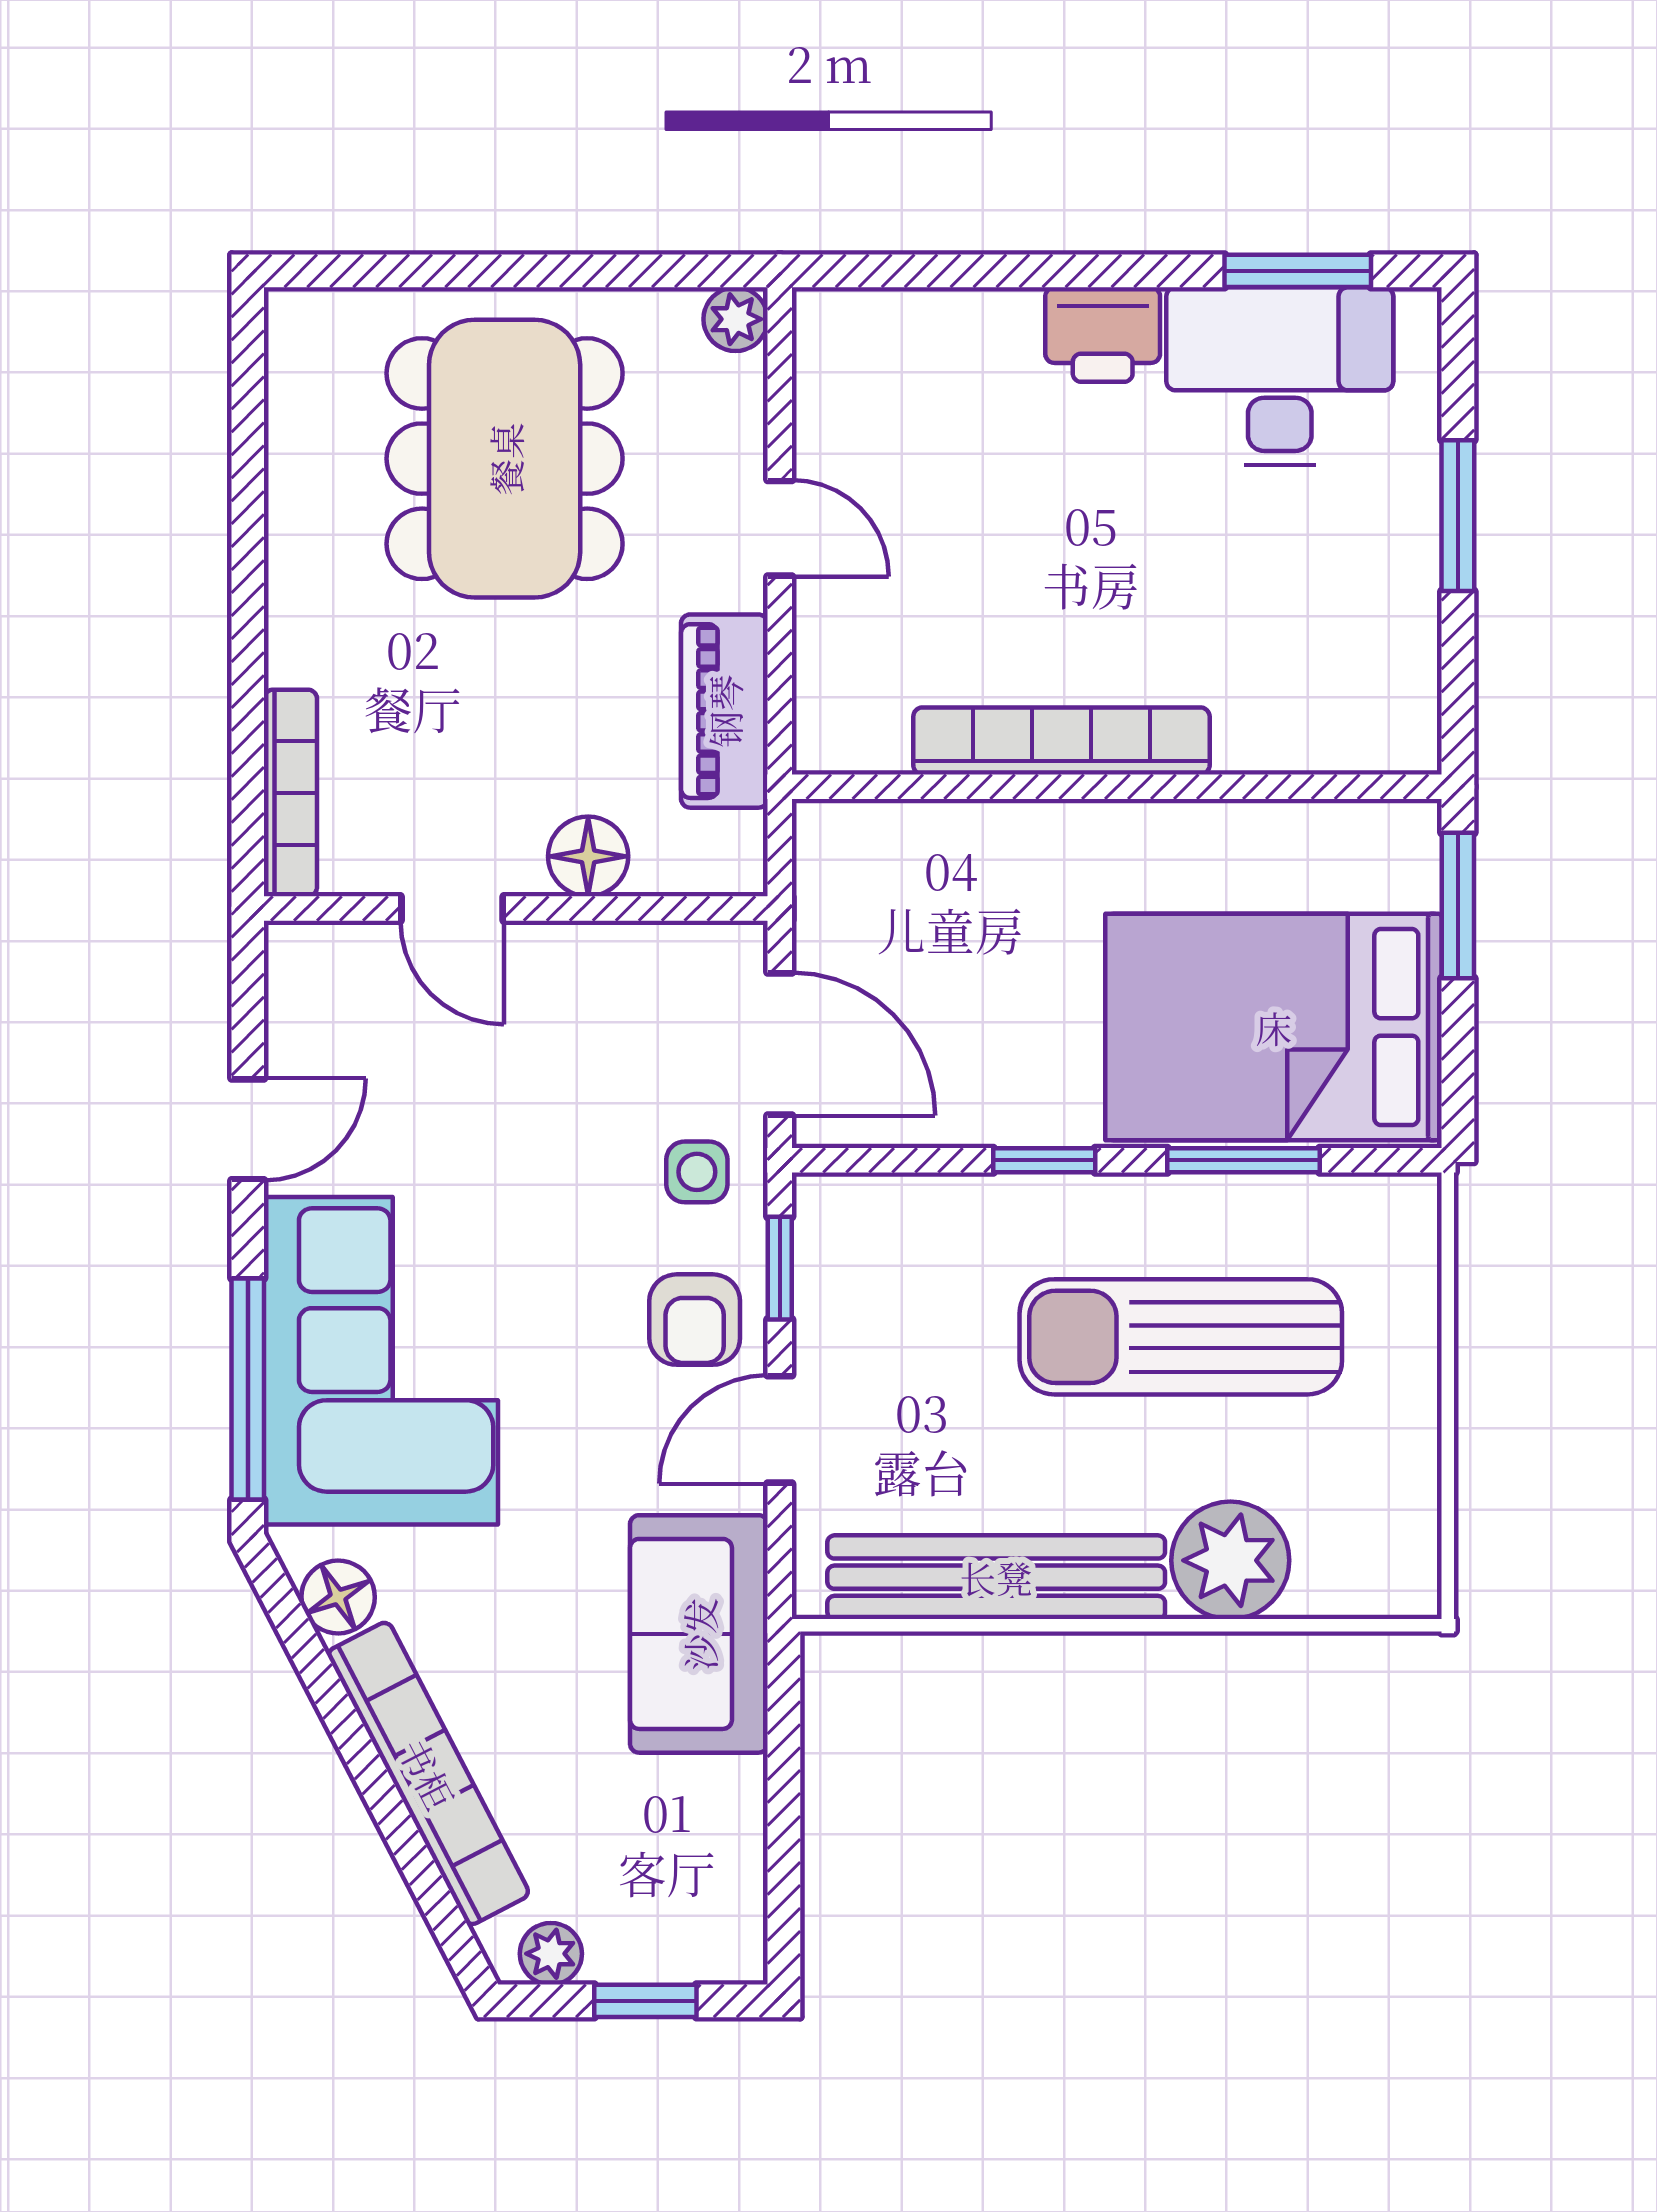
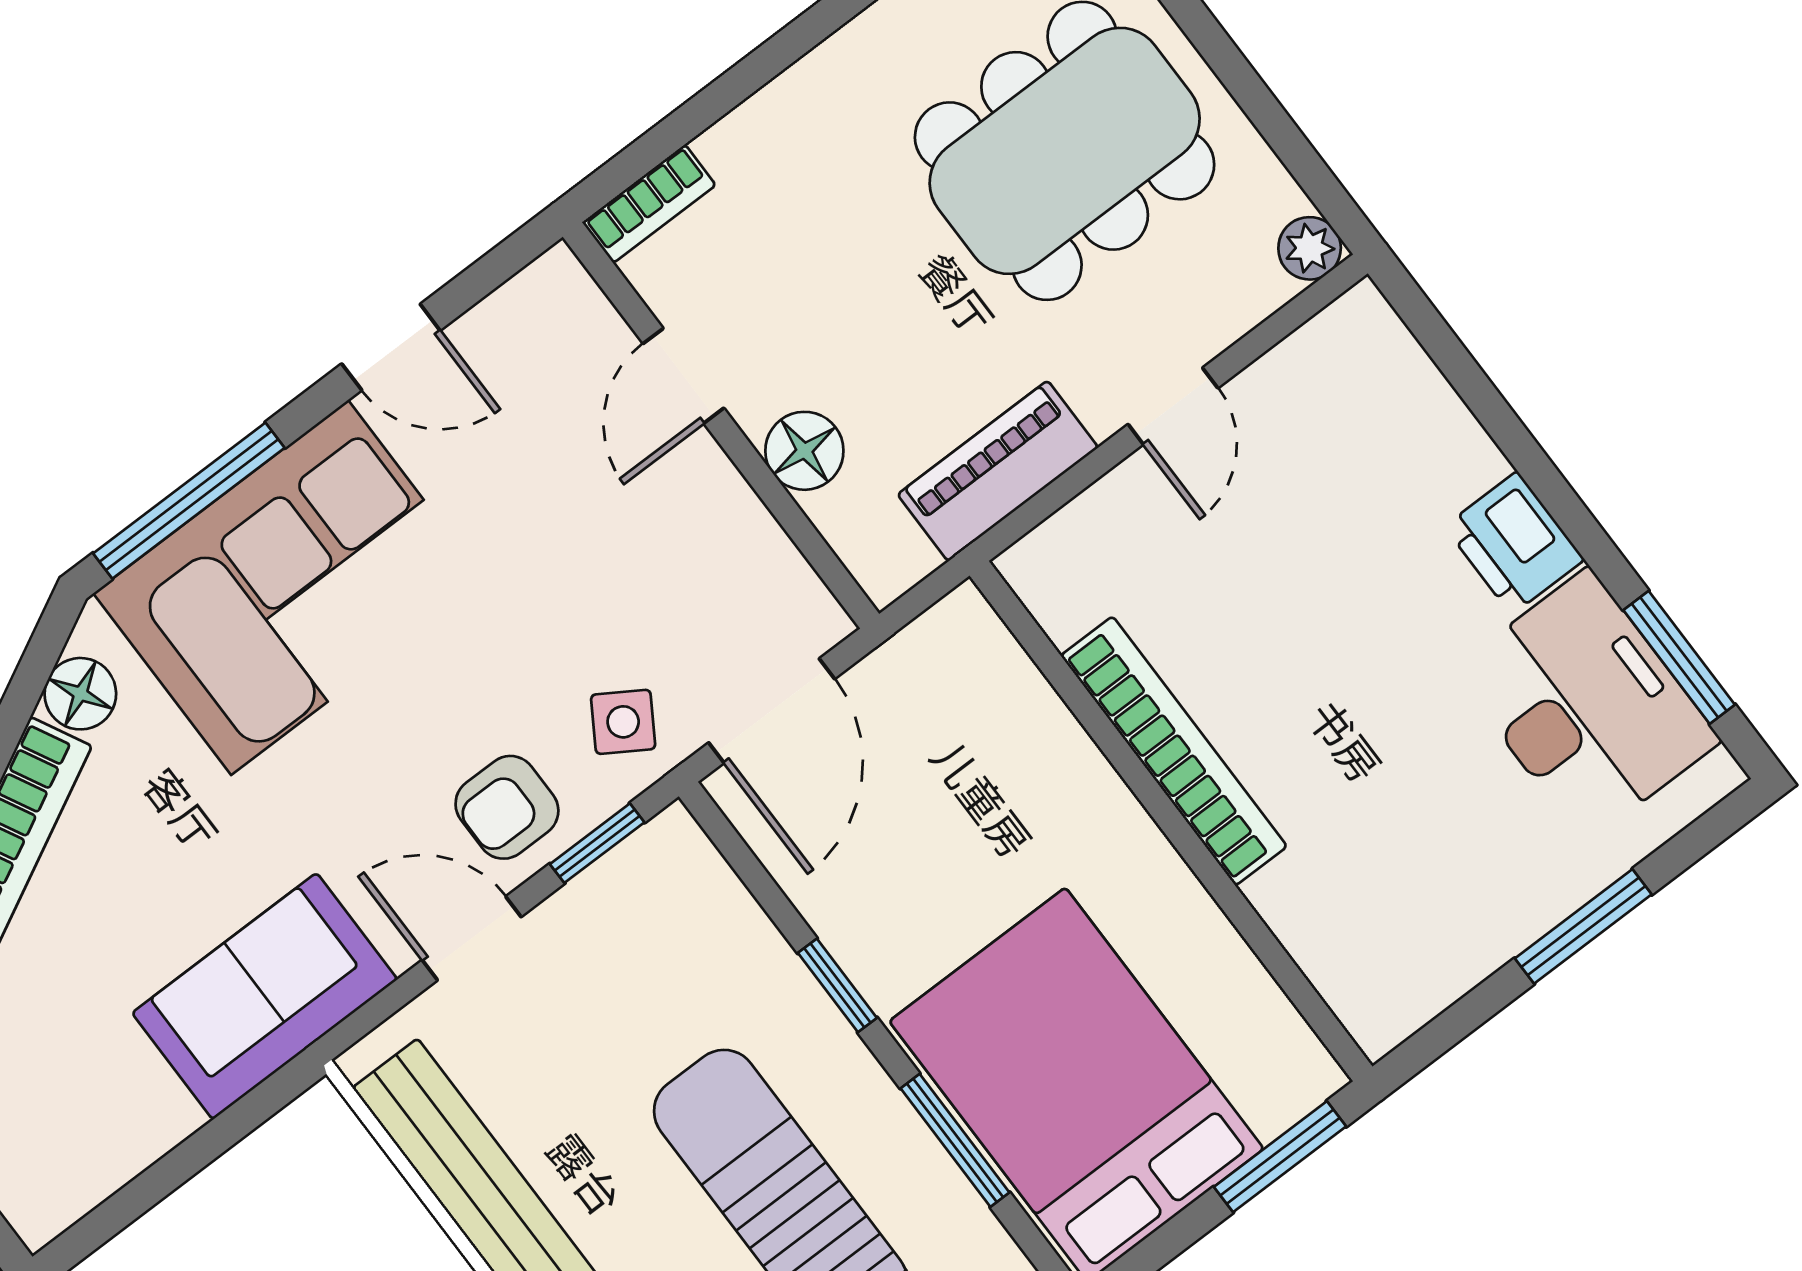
bookcase: (290, 793) -> (649, 204), width x0.64
side table: (697, 1172) -> (623, 722), turned 32

